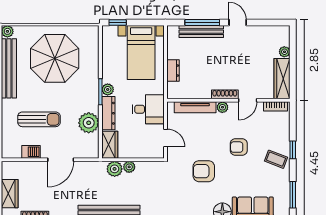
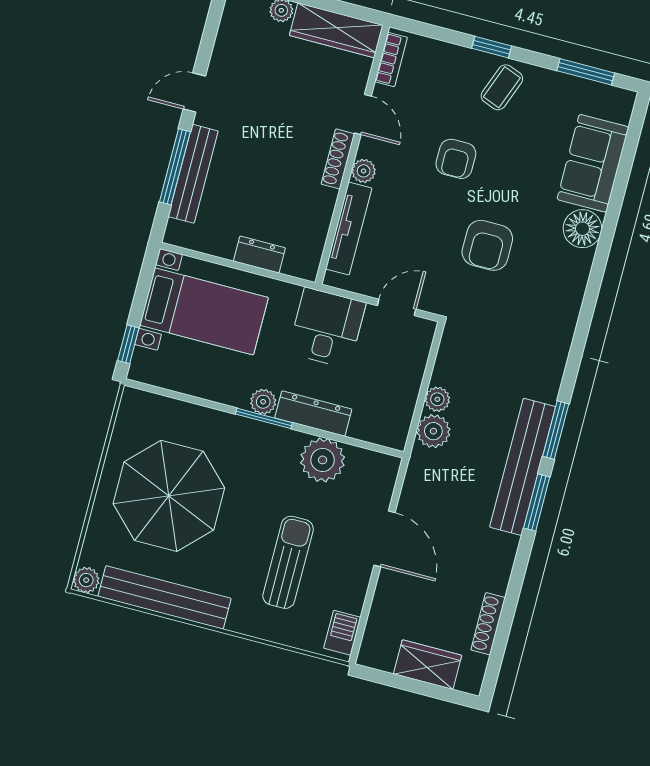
wardrobe: (110, 145) -> (380, 428), removed
barbecue: (31, 152) -> (342, 633), moved

